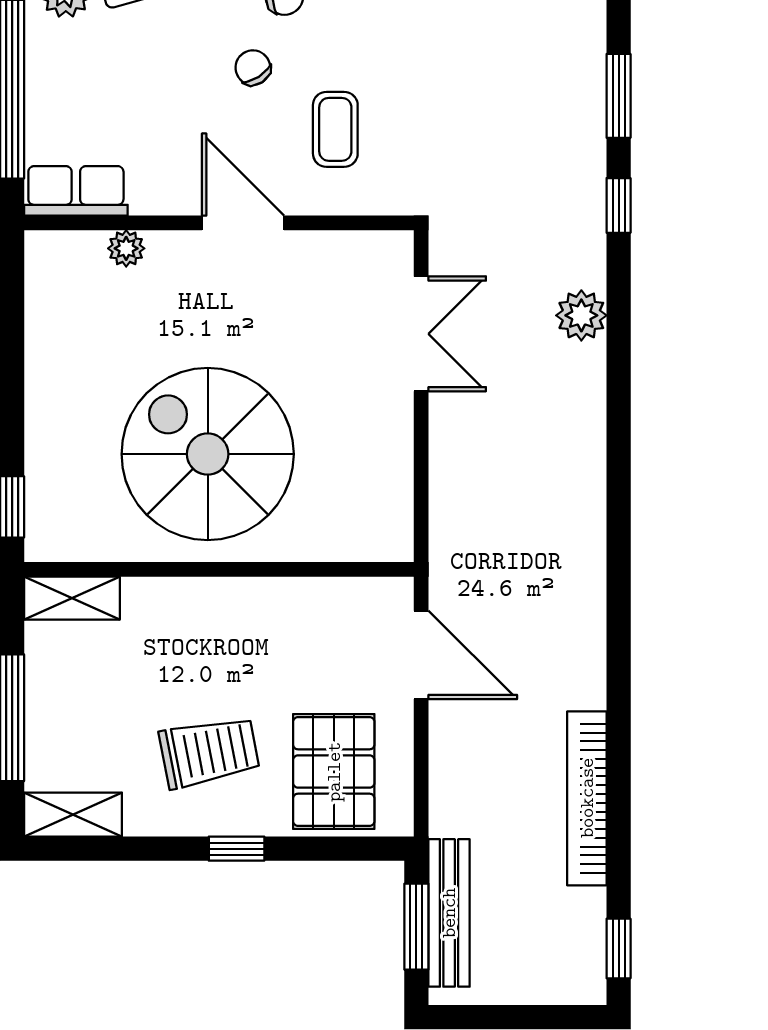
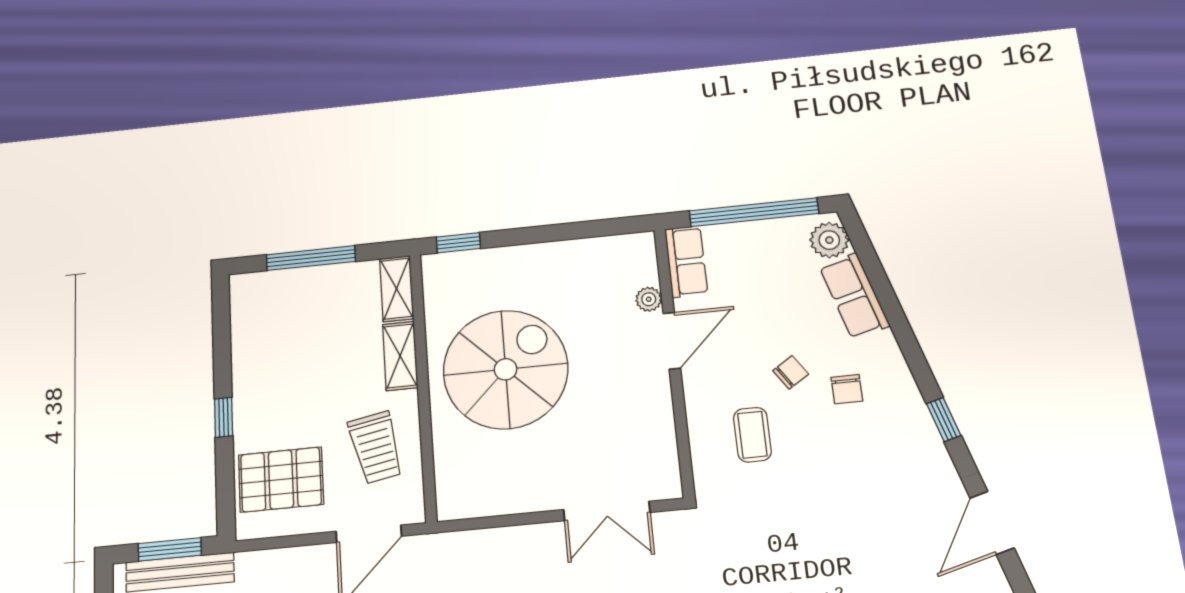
coffee table: (335, 129) -> (752, 435), turned 90
door: (243, 223) -> (672, 341), moved
trolley: (209, 752) -> (376, 447), moved
shelving: (73, 815) -> (400, 356), moved

